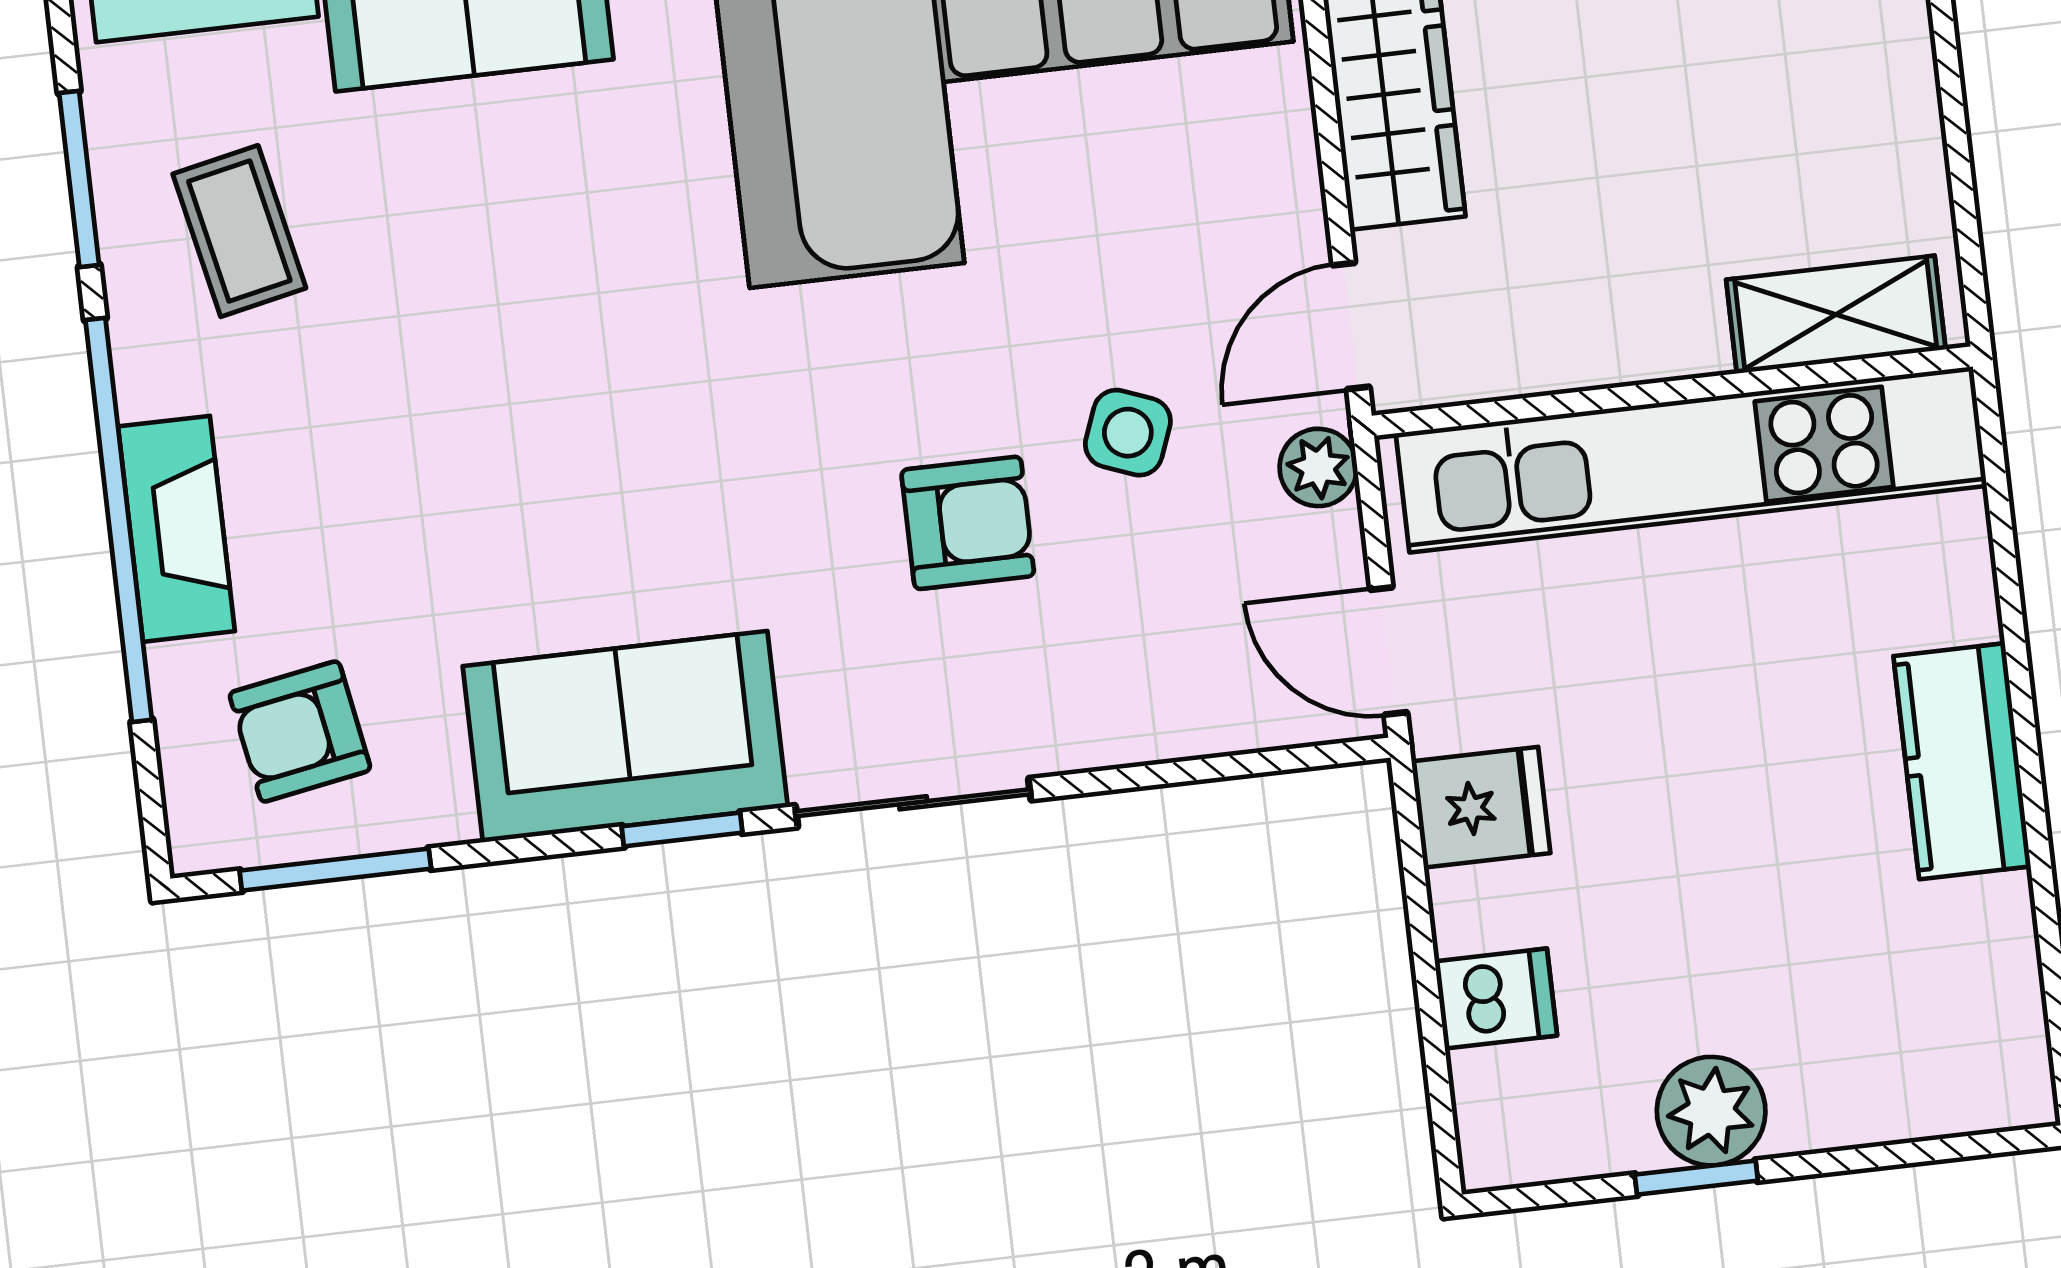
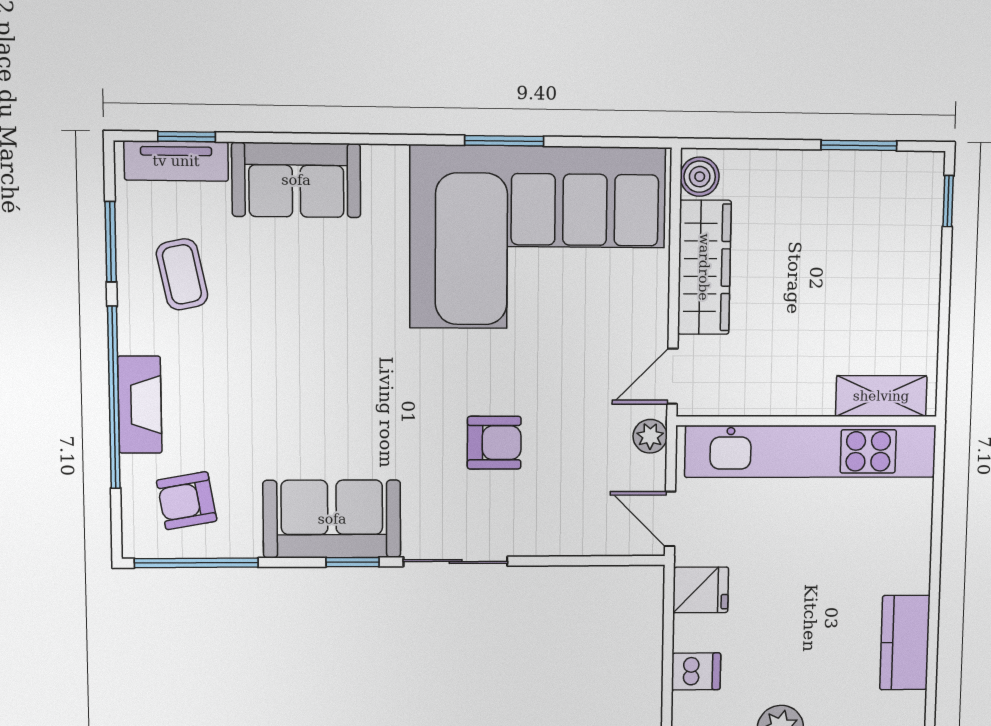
side table: (1128, 433) -> (569, 411), removed
kitchen counter: (1962, 761) -> (905, 643), moved
window: (335, 870) -> (196, 563), width x1.44

